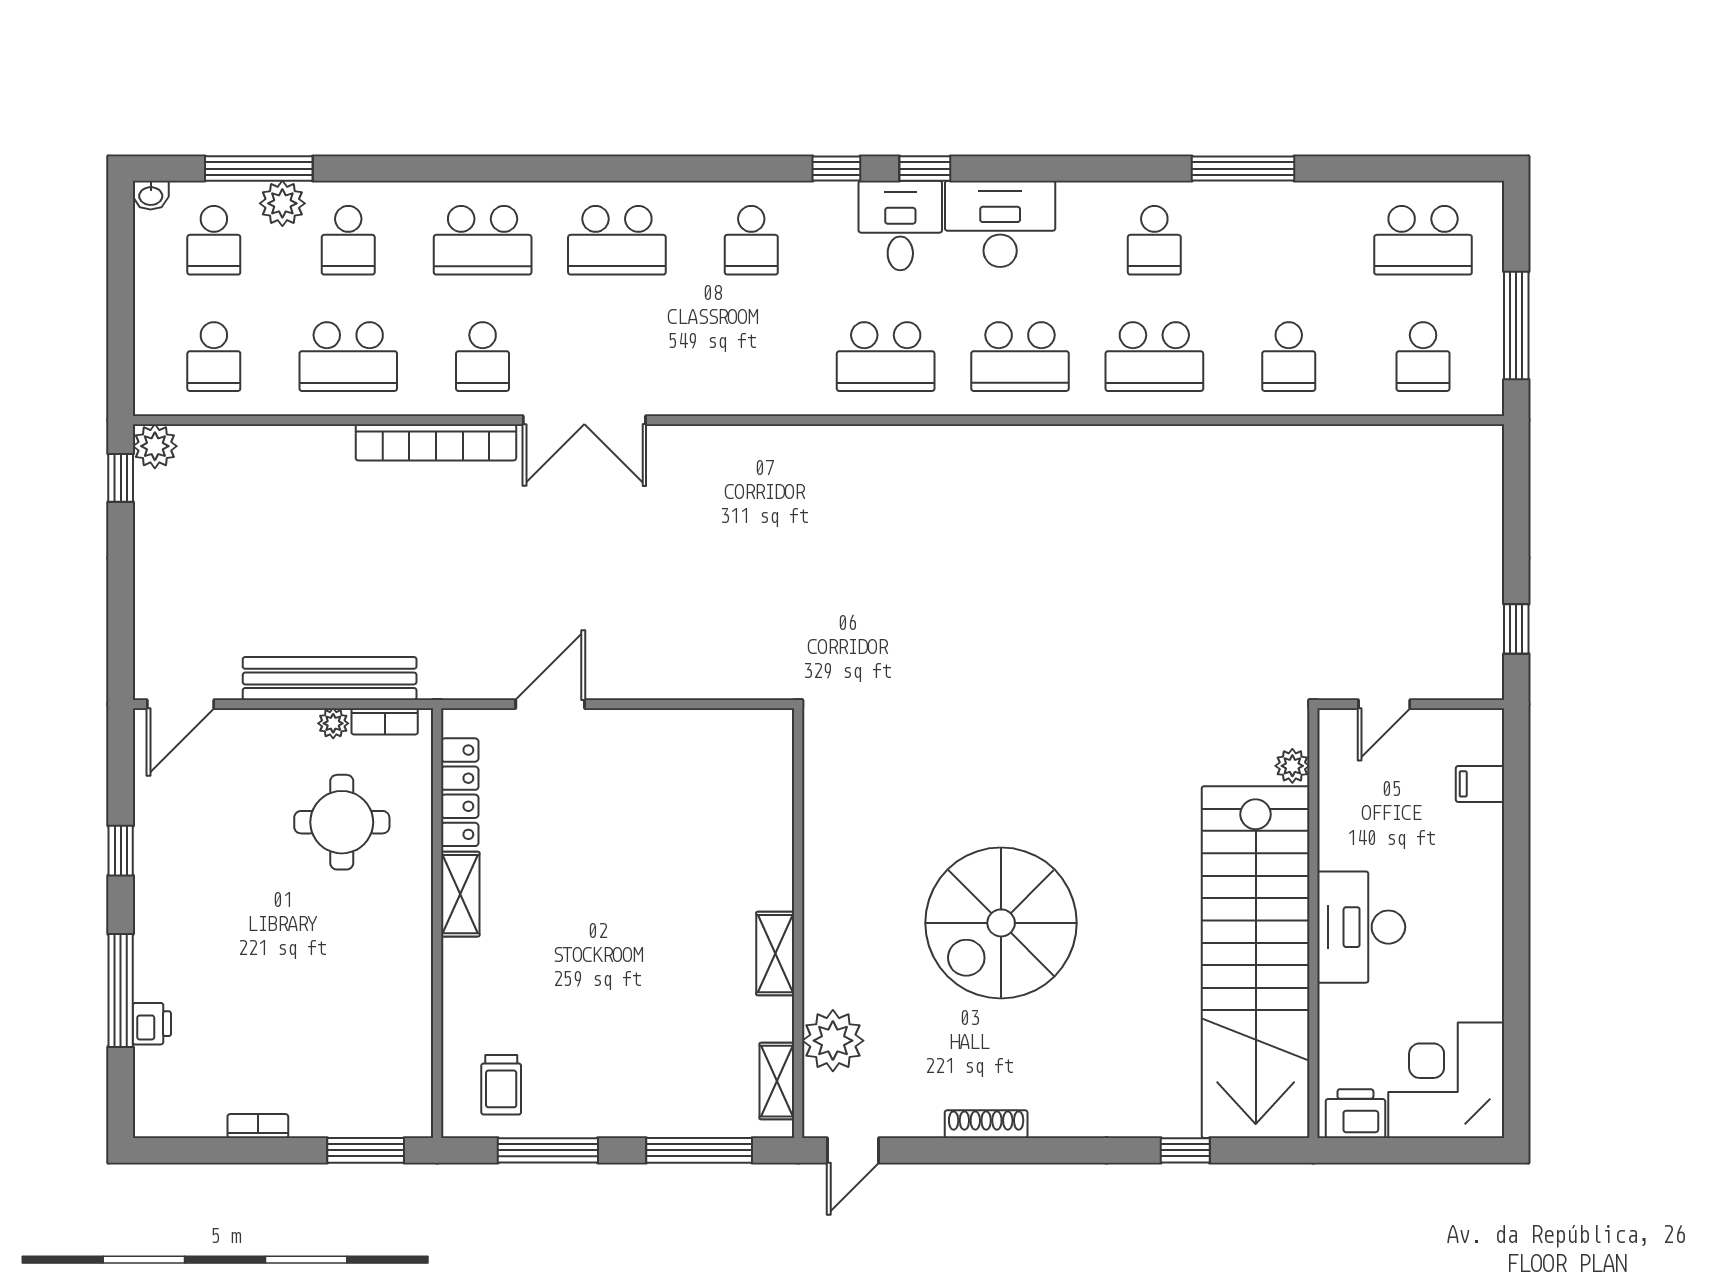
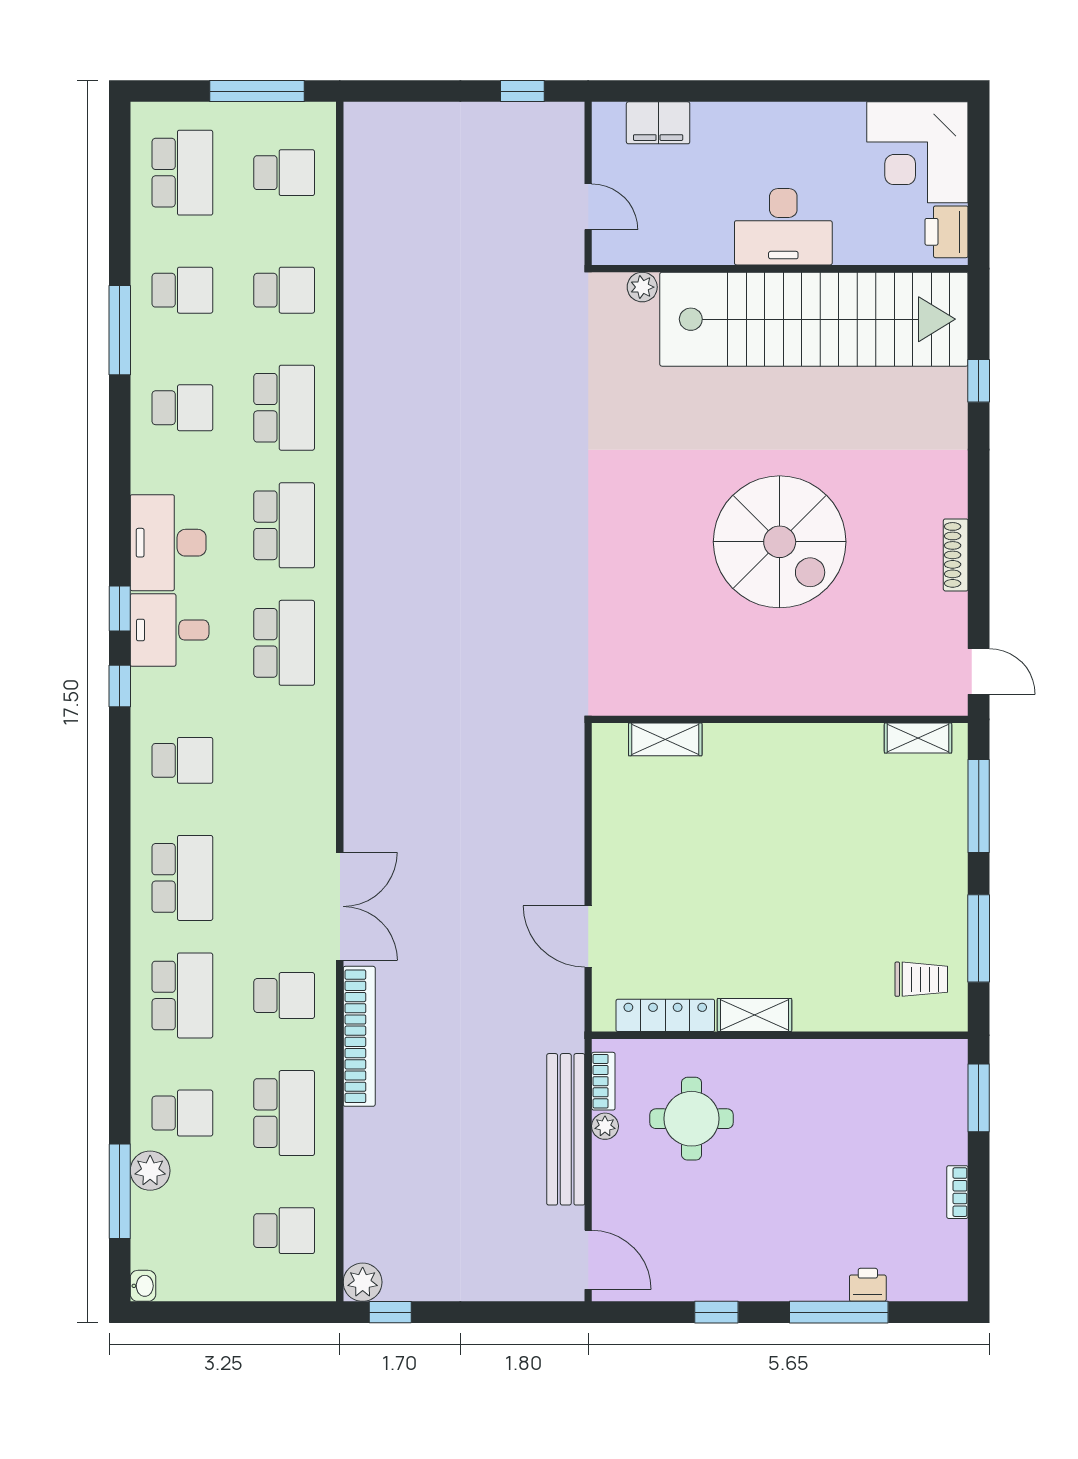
school desk: (214, 240) -> (182, 290), moved
filing cabinet: (1480, 784) -> (658, 123), width x2.00
shelving: (775, 954) -> (665, 739), moved
plant: (833, 1041) -> (883, 689), removed

